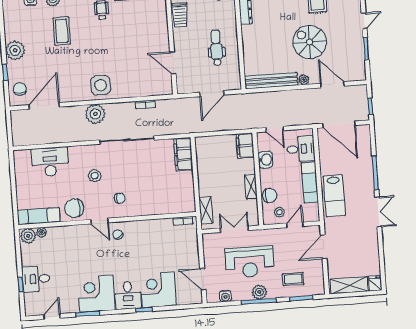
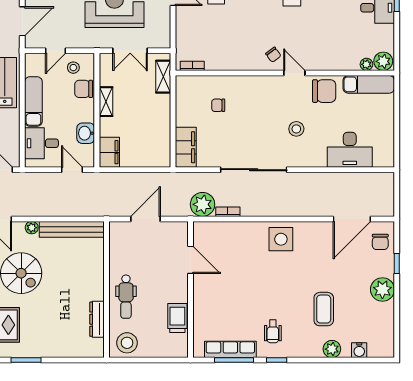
dental chair: (216, 48) -> (126, 297), moved
plant: (95, 114) -> (203, 204), moved
chair: (120, 198) -> (218, 105), moved

